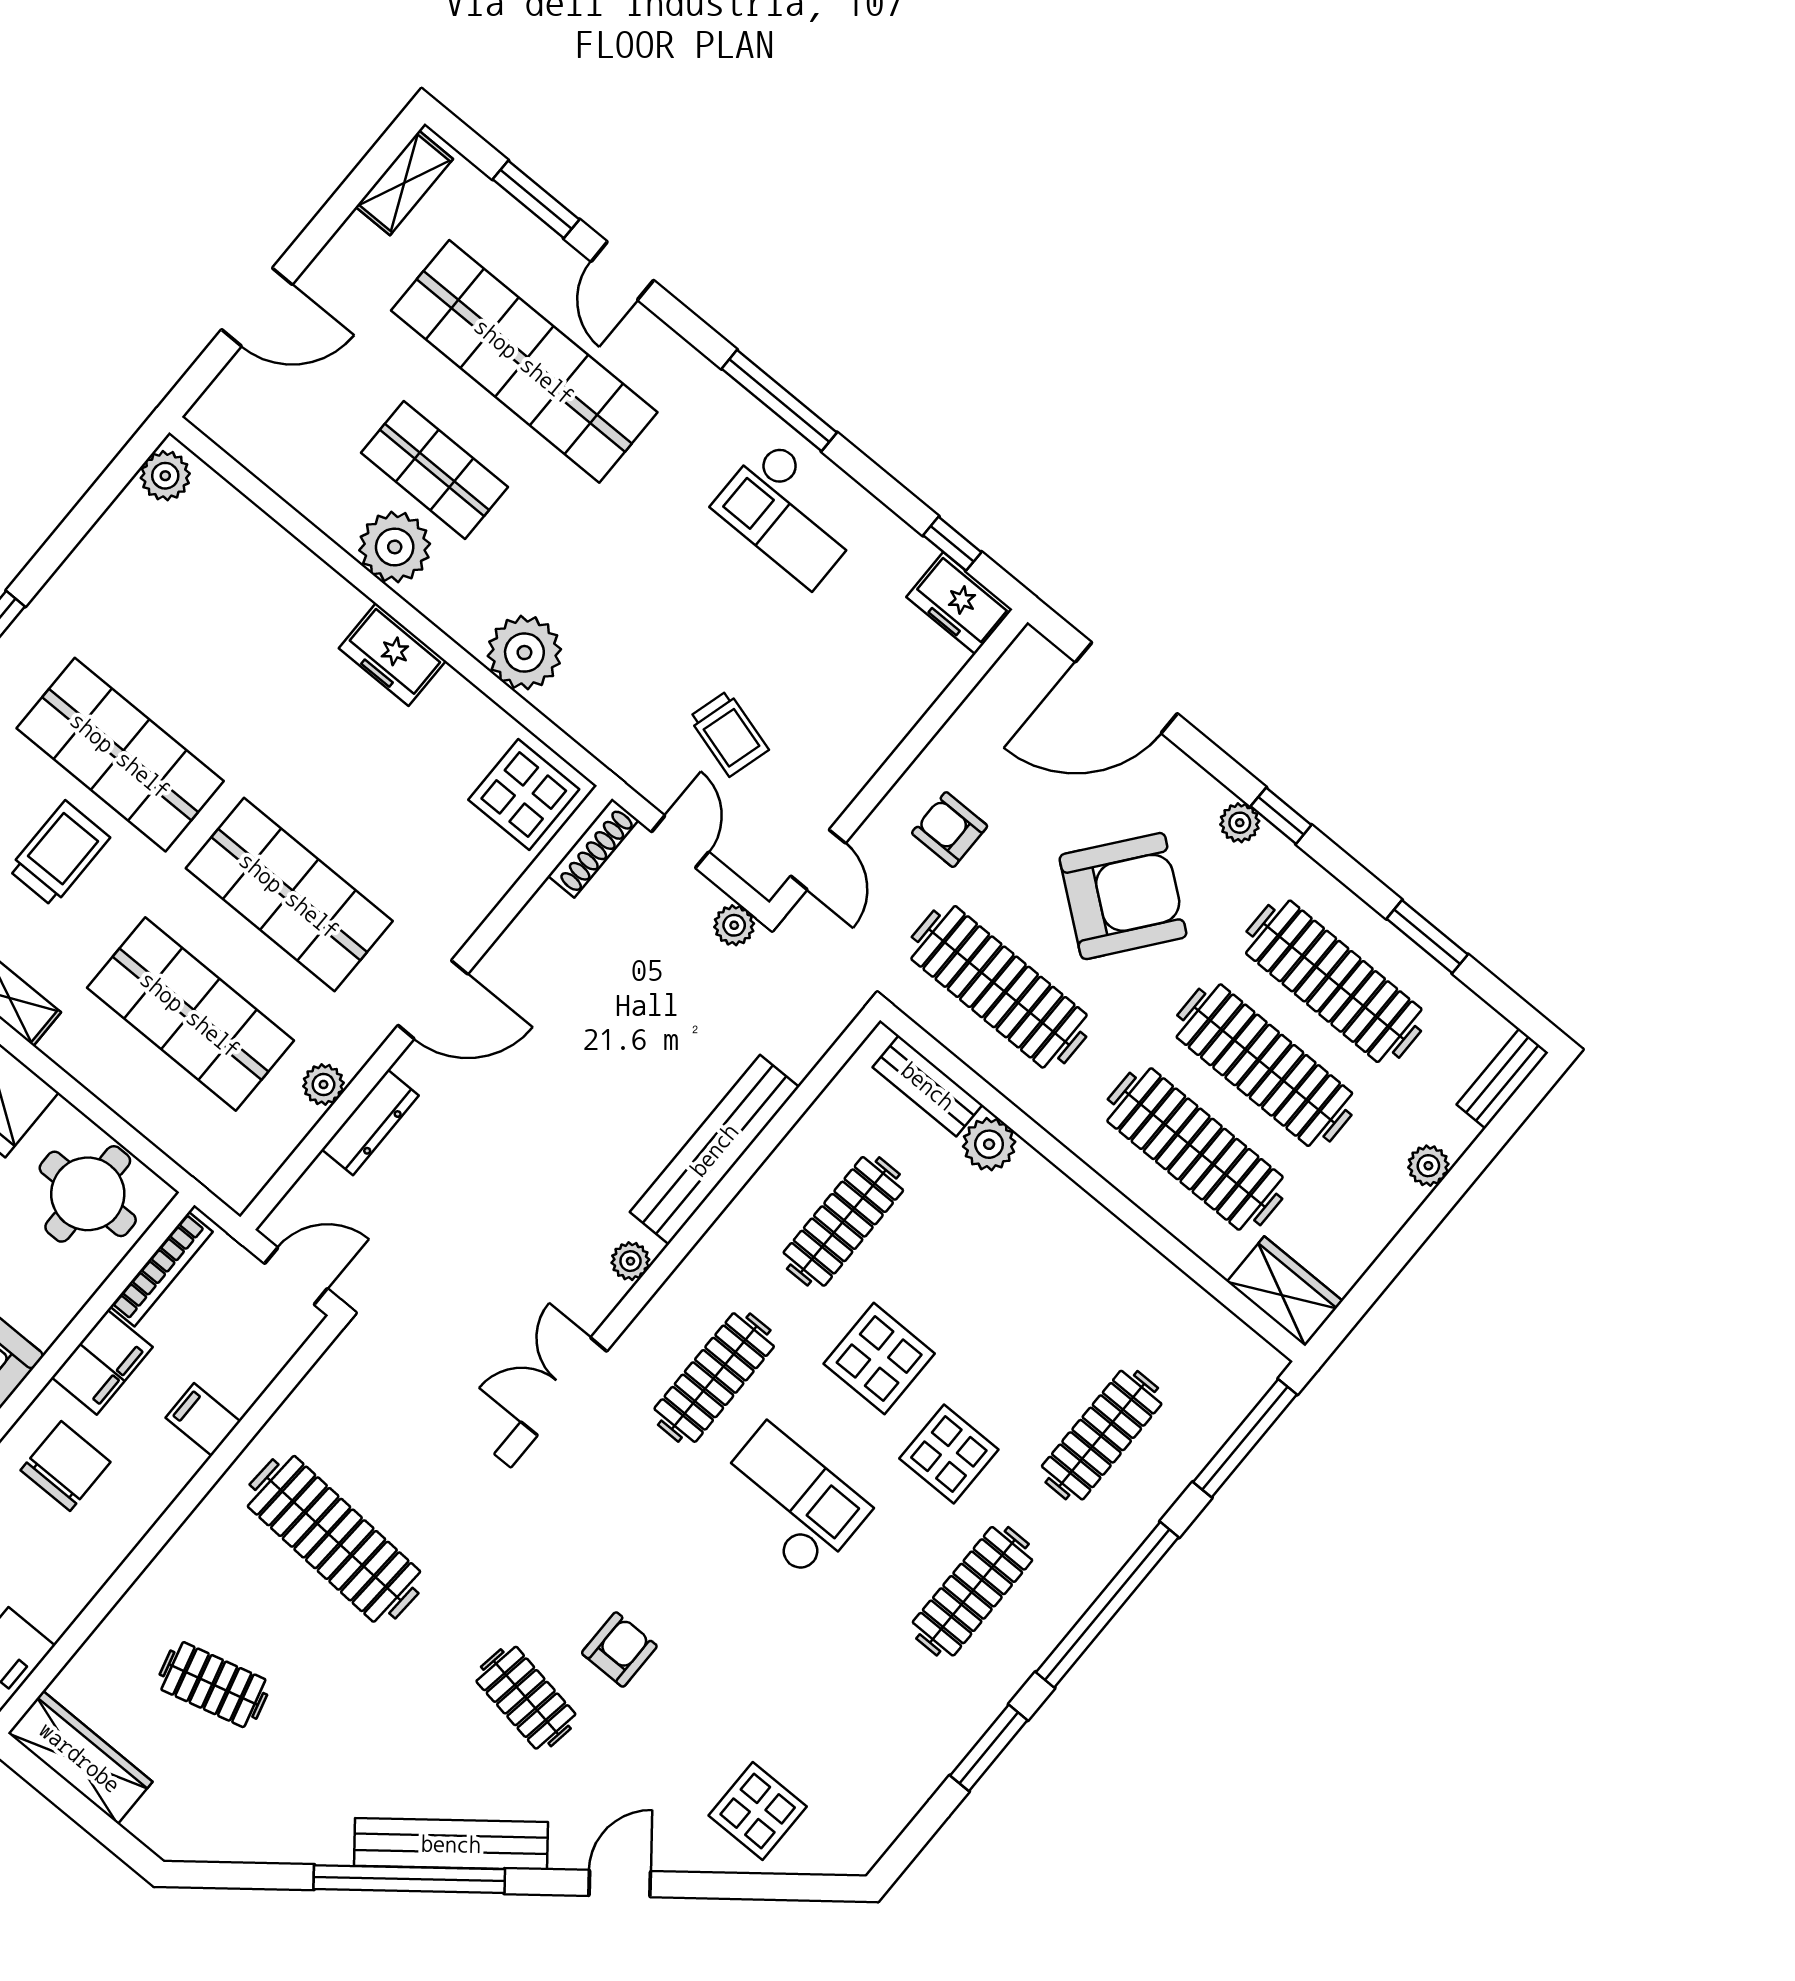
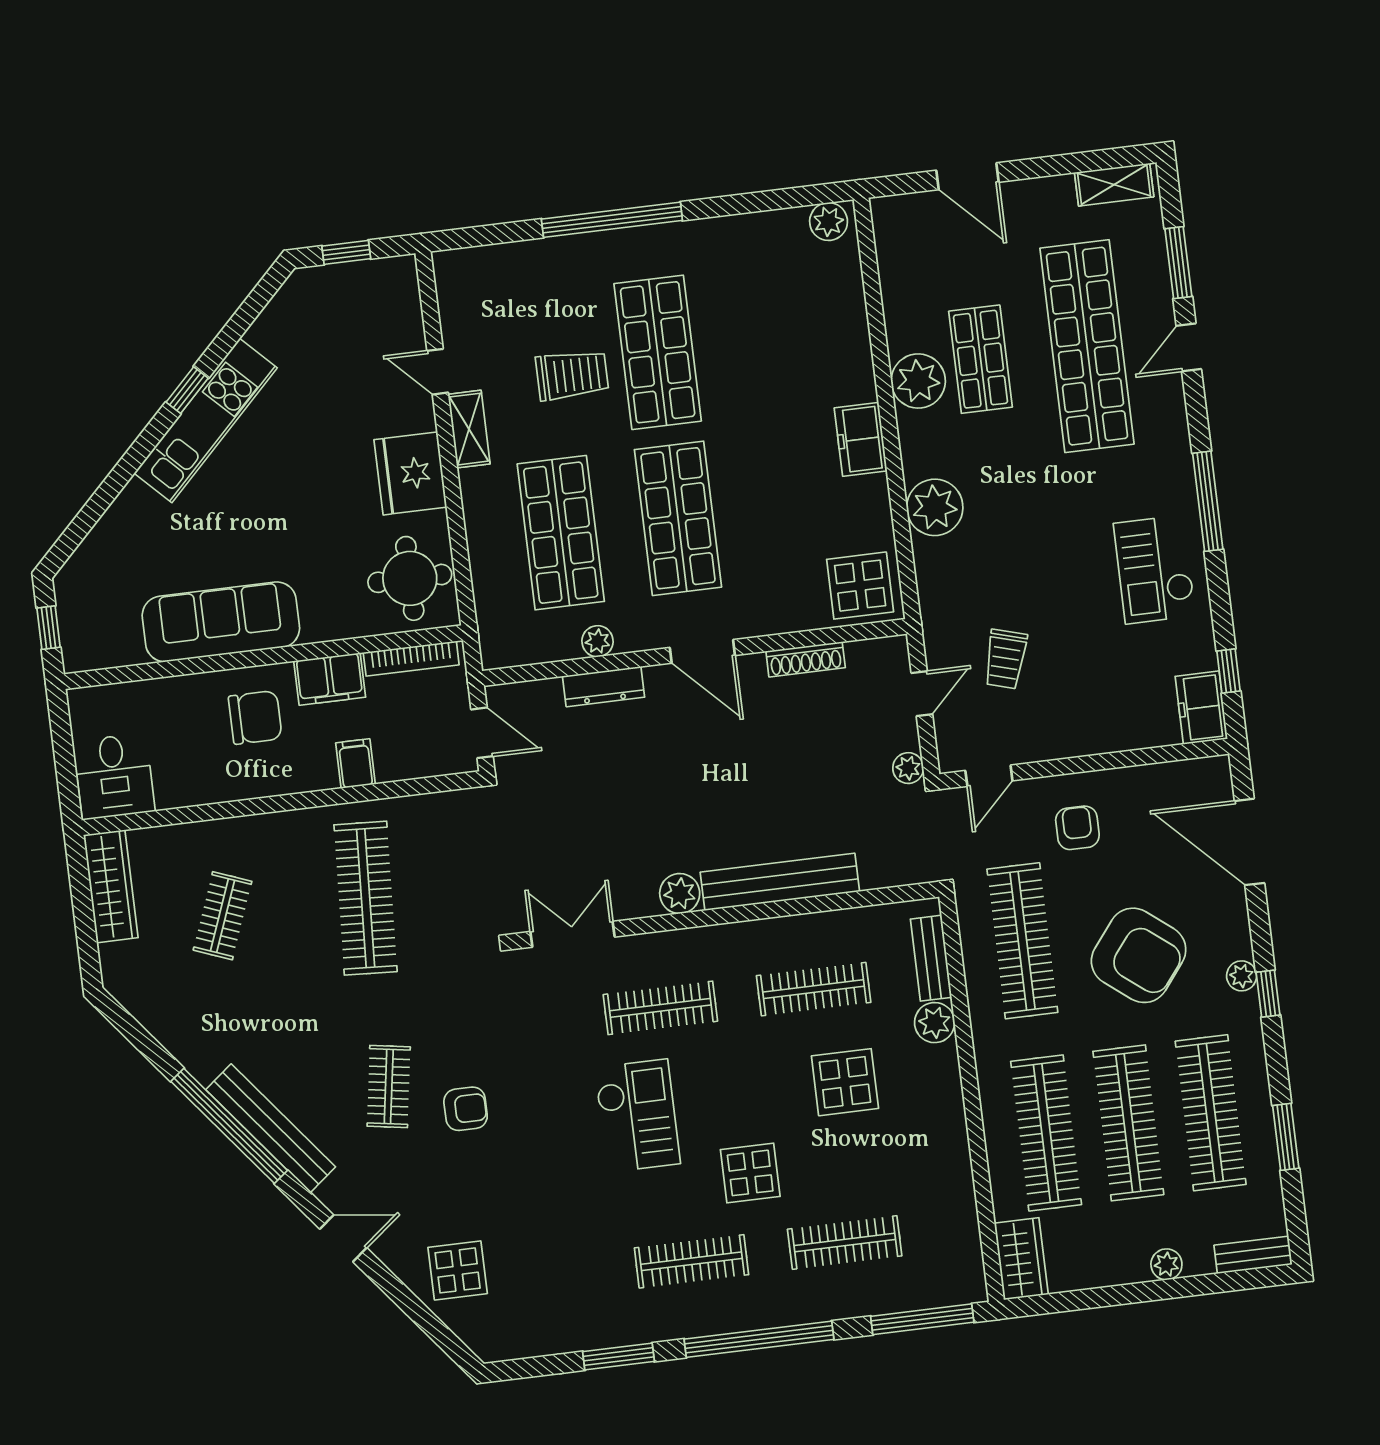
shoe rack: (593, 848) -> (806, 659), moved
plant: (630, 1261) -> (680, 894), width x1.38, depth x1.38
display table: (879, 1359) -> (845, 1082), moved
clothes rail: (213, 1685) -> (223, 916), turned 36

